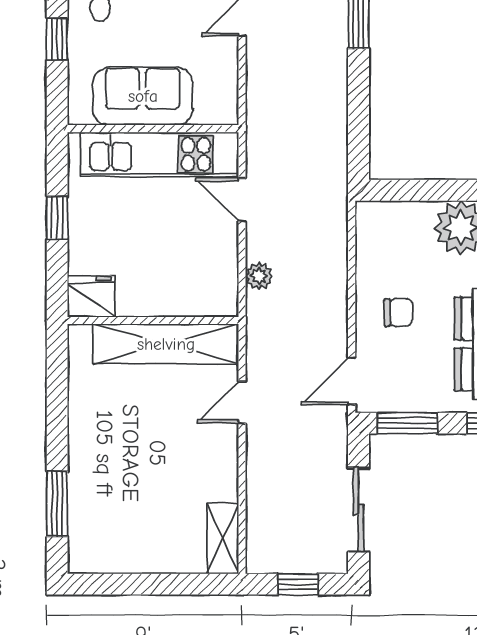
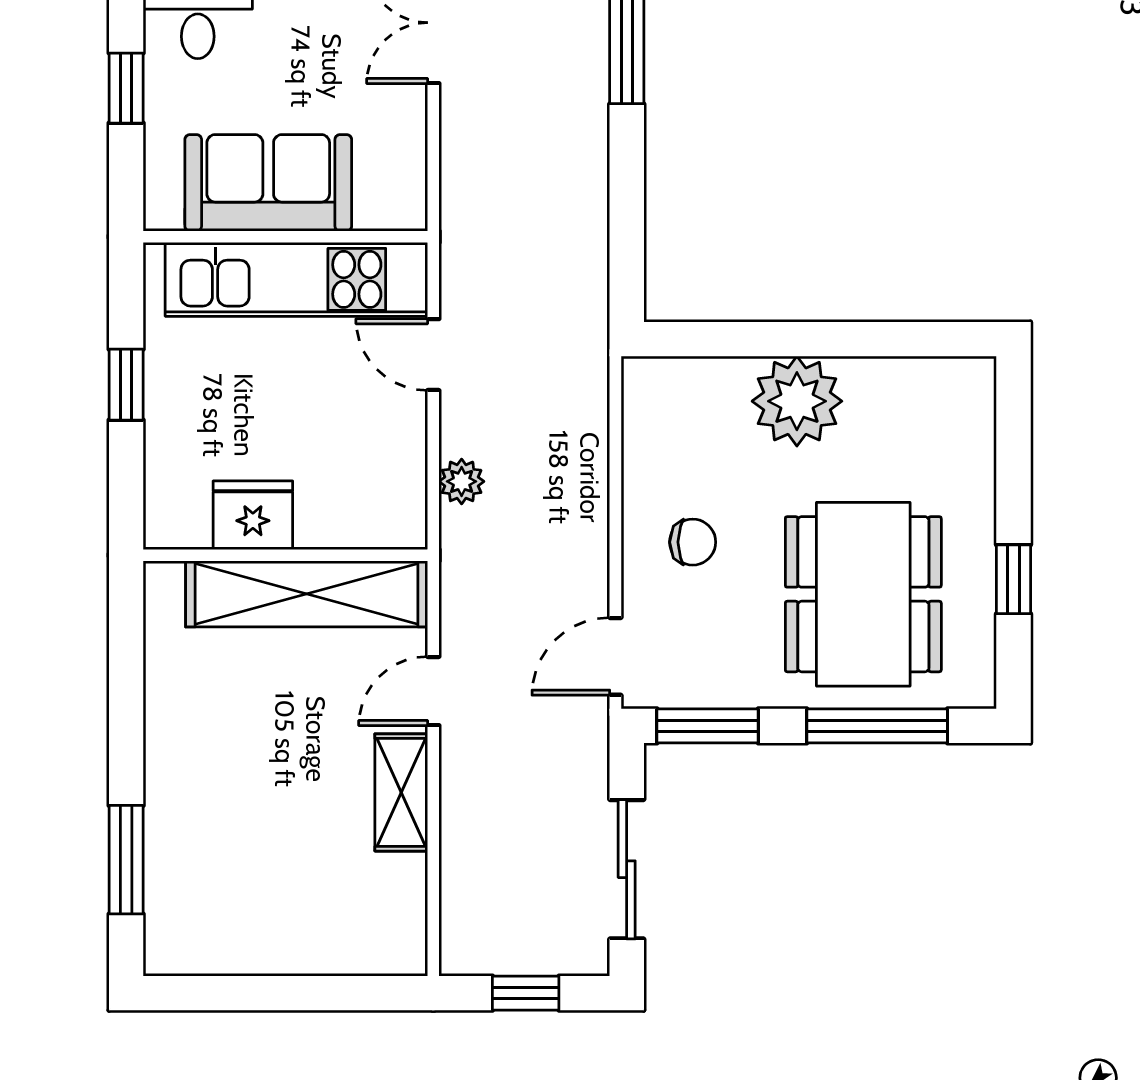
fridge: (91, 296) -> (253, 515), moved
shelving: (223, 539) -> (401, 792), moved

